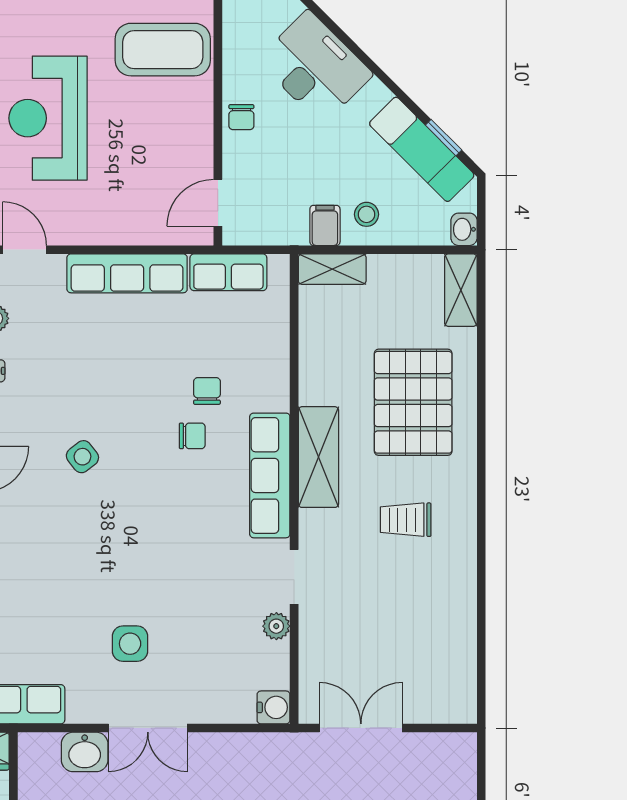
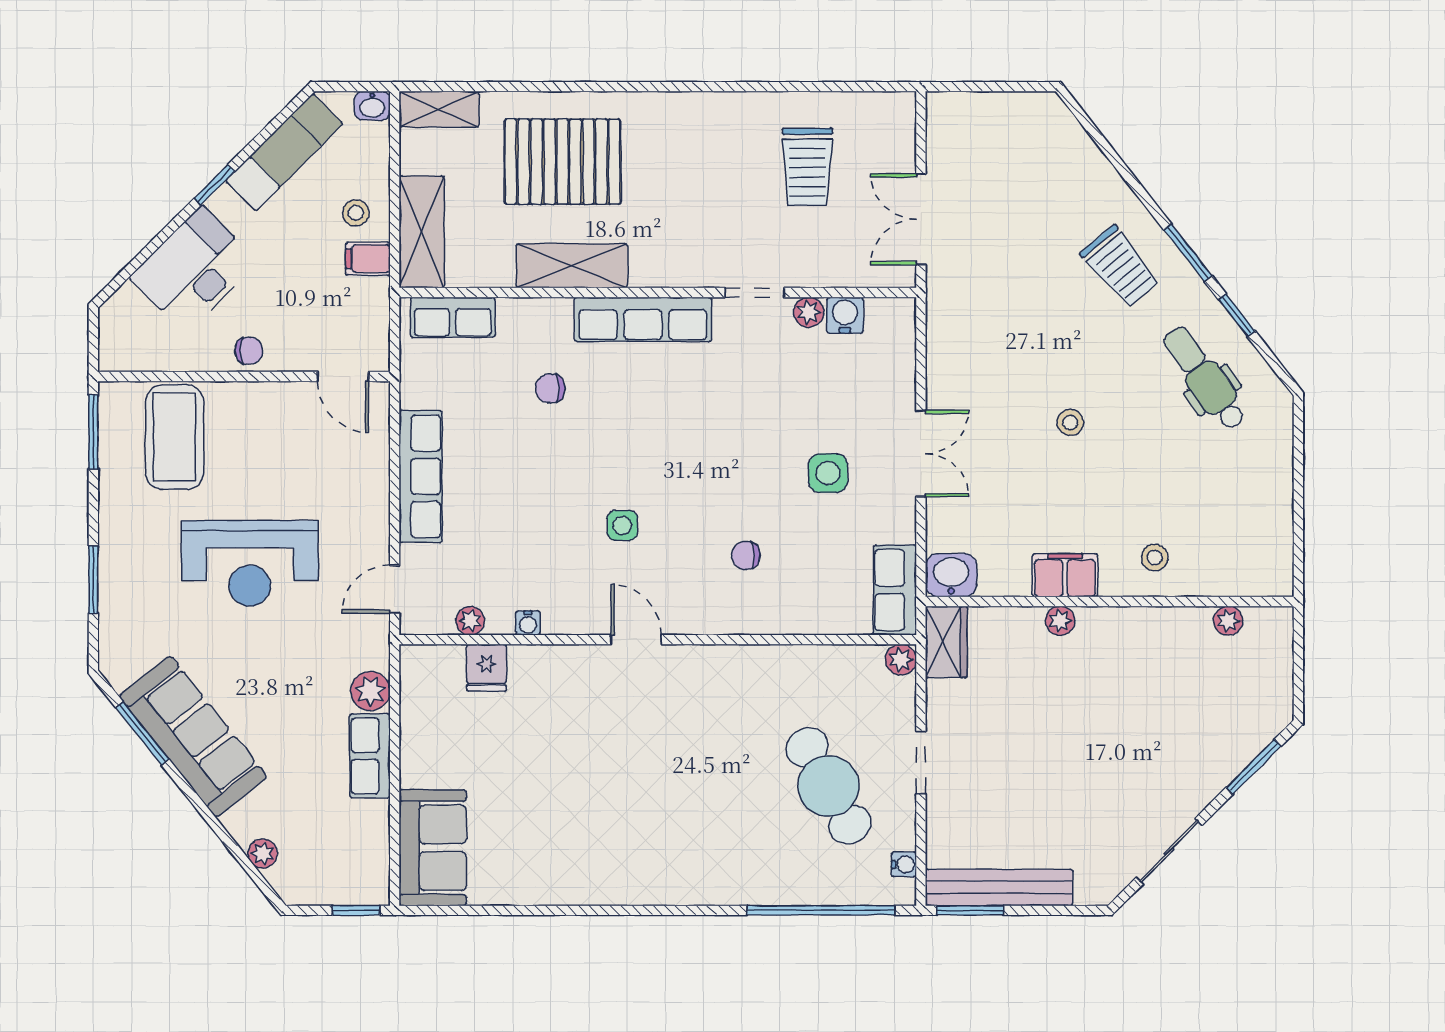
window: (444, 138) -> (214, 185), moved
shelving: (332, 269) -> (422, 232), width x1.50, depth x1.33
row of seats: (228, 272) -> (453, 317), moved, turned 90
chair: (192, 436) -> (746, 556), moved, turned -92
side table: (82, 457) -> (622, 525), turned 38
shelving: (318, 457) -> (572, 266), moved
trolley: (406, 520) -> (807, 167), moved, width x1.36, depth x1.39
water cooler: (273, 707) -> (845, 315), moved
washbasin: (85, 752) -> (951, 575), moved, turned -90

